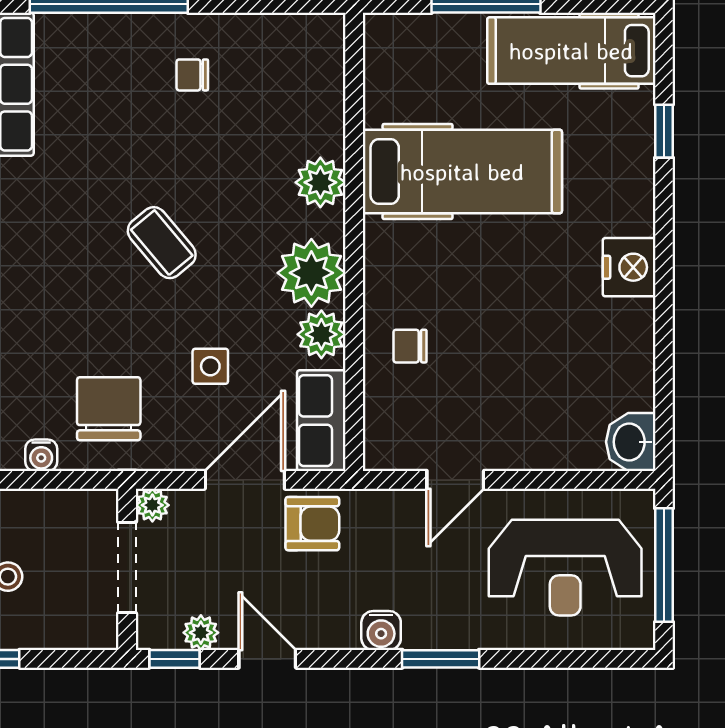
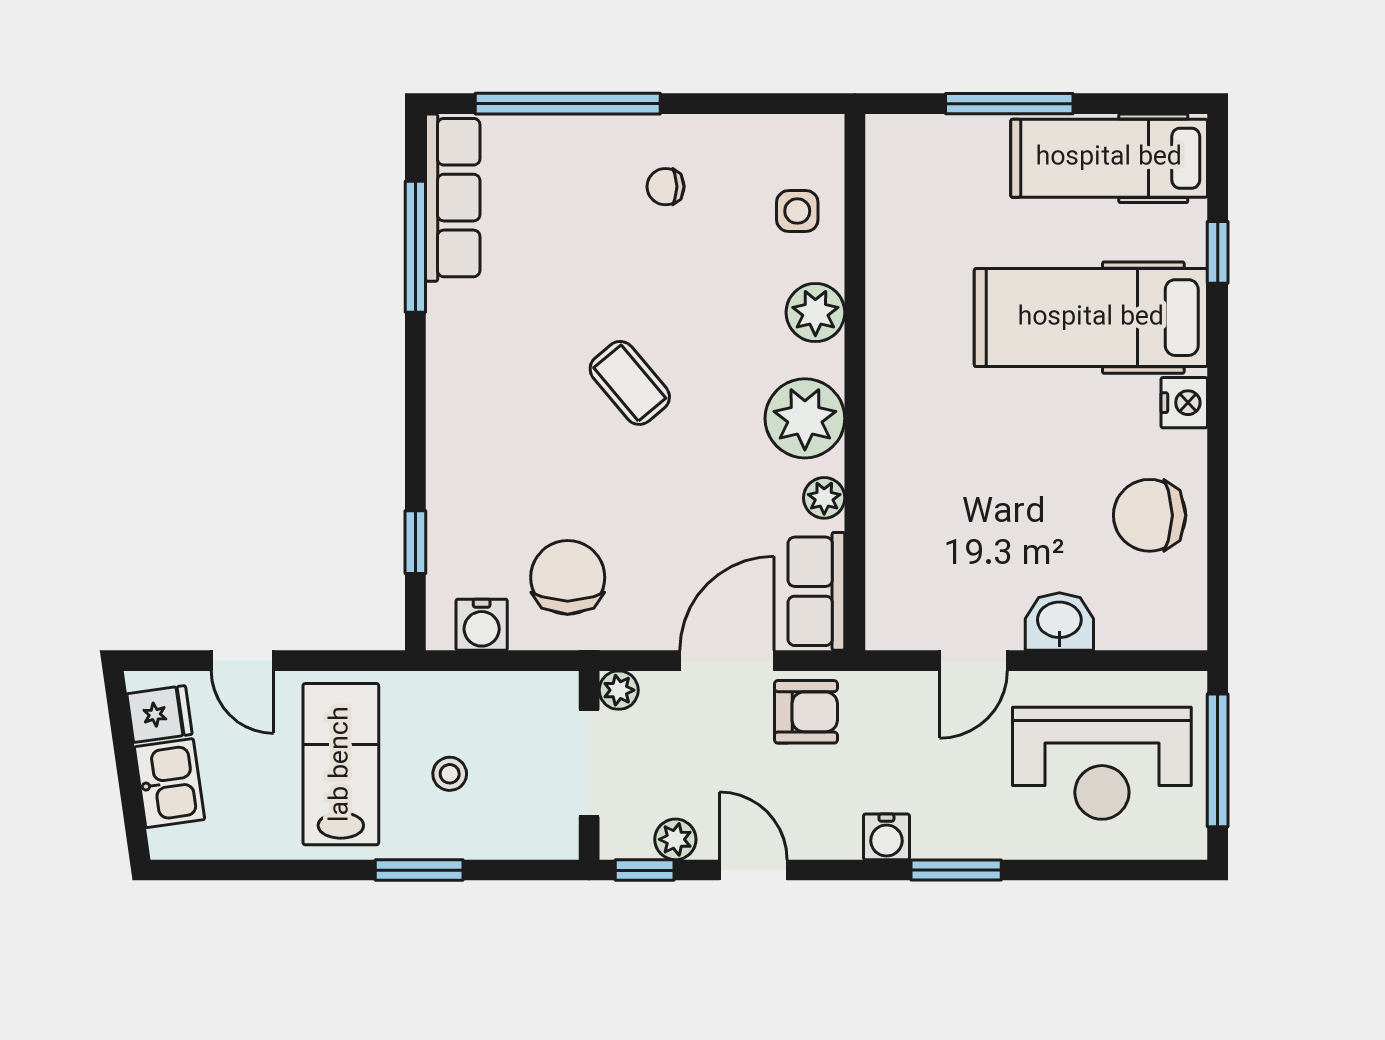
hospital bed: (462, 172) -> (1091, 318), moved, turned 180
nightstand: (629, 267) -> (1184, 403), width x0.74, depth x0.75
plant: (321, 334) -> (824, 498), width x0.73, depth x0.73
chair: (410, 346) -> (1150, 515), moved, width x1.87, depth x1.87
side table: (210, 366) -> (797, 211), moved
washbasin: (631, 442) -> (1059, 622), moved, turned 90
water cooler: (41, 455) -> (482, 625), width x1.38, depth x1.38

